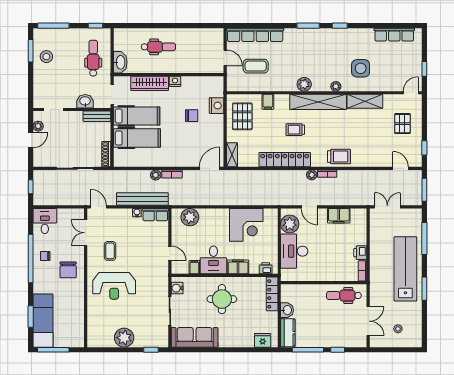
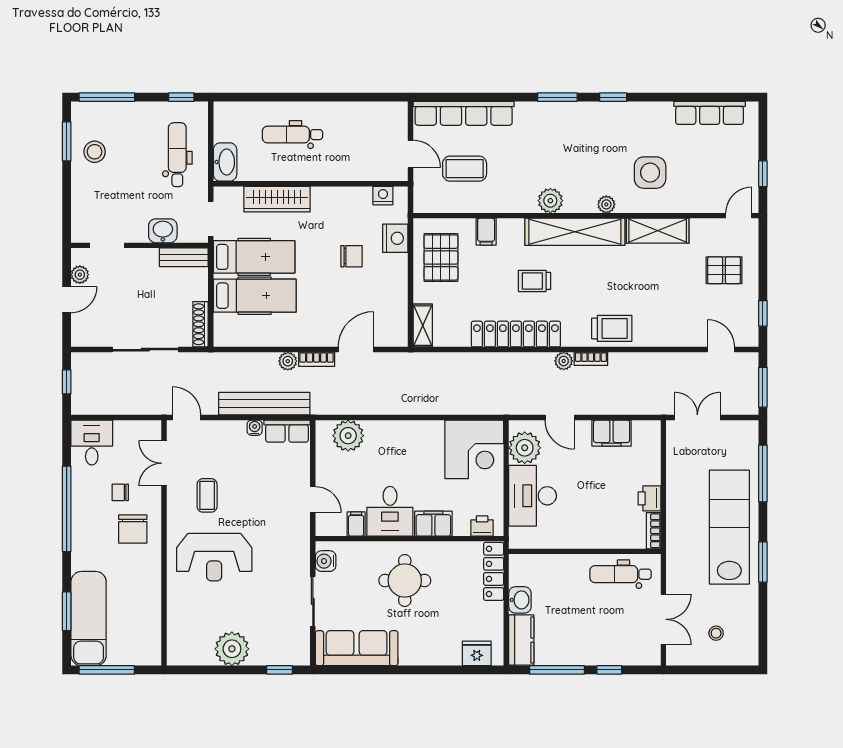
dental chair: (158, 47) -> (292, 135), turned 180
nightstand: (175, 81) -> (383, 196), moved
pallet: (402, 124) -> (724, 270), turned 90
door: (209, 168) -> (356, 350), moved
corner desk: (246, 225) -> (474, 449), moved
chair: (45, 256) -> (120, 492), moved

